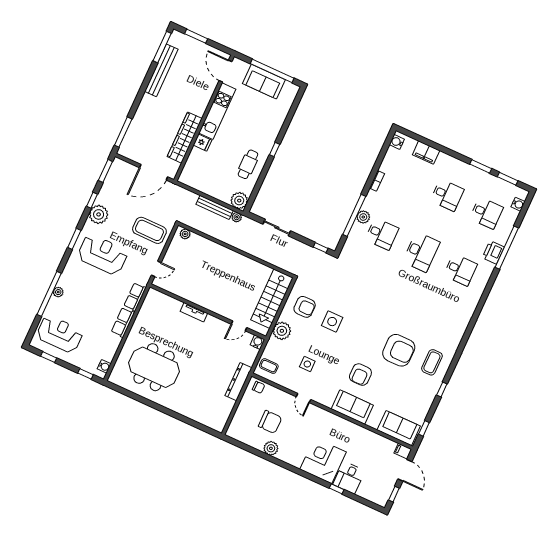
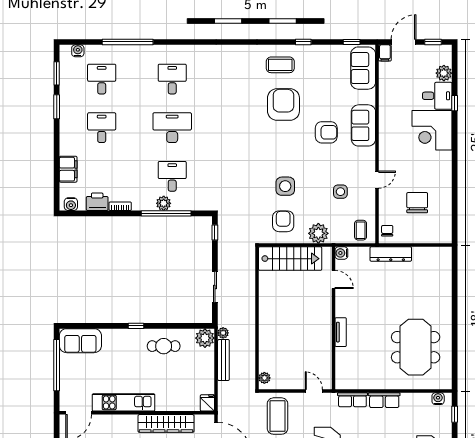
sofa: (264, 82) -> (80, 341), moved, turned 90
fridge: (202, 143) -> (207, 403), moved
printer: (493, 252) -> (97, 202), moved, turned 180
plant: (271, 448) -> (444, 73), moved

